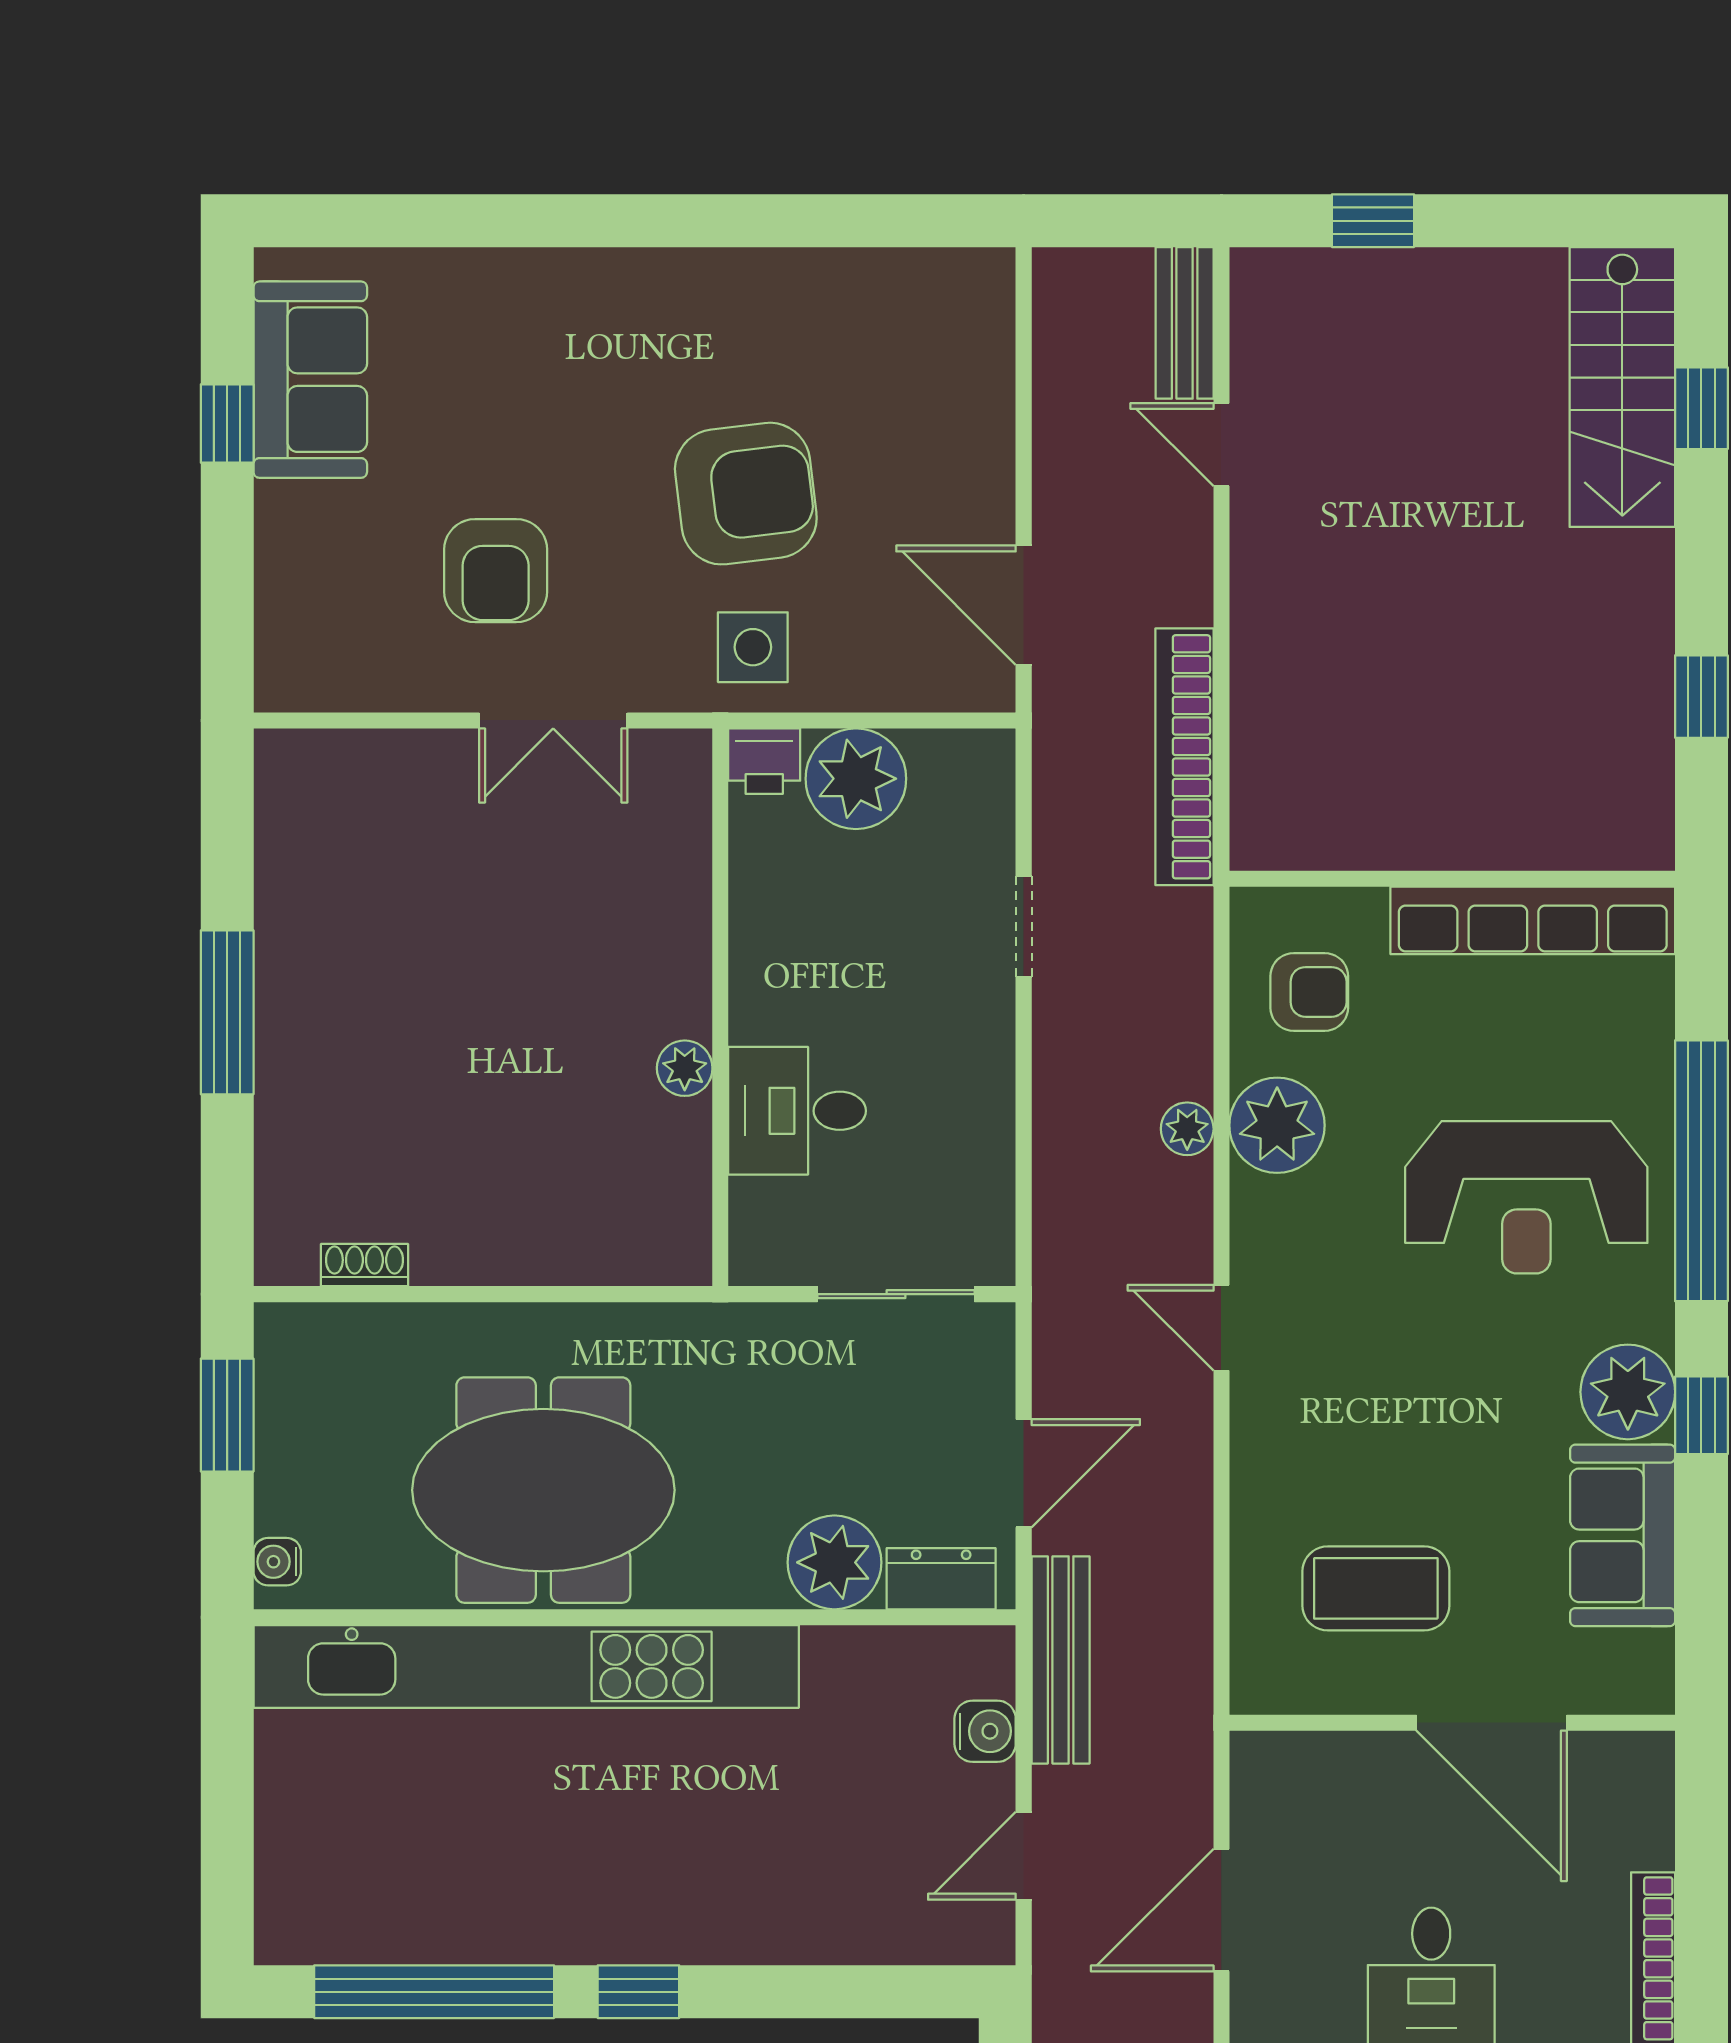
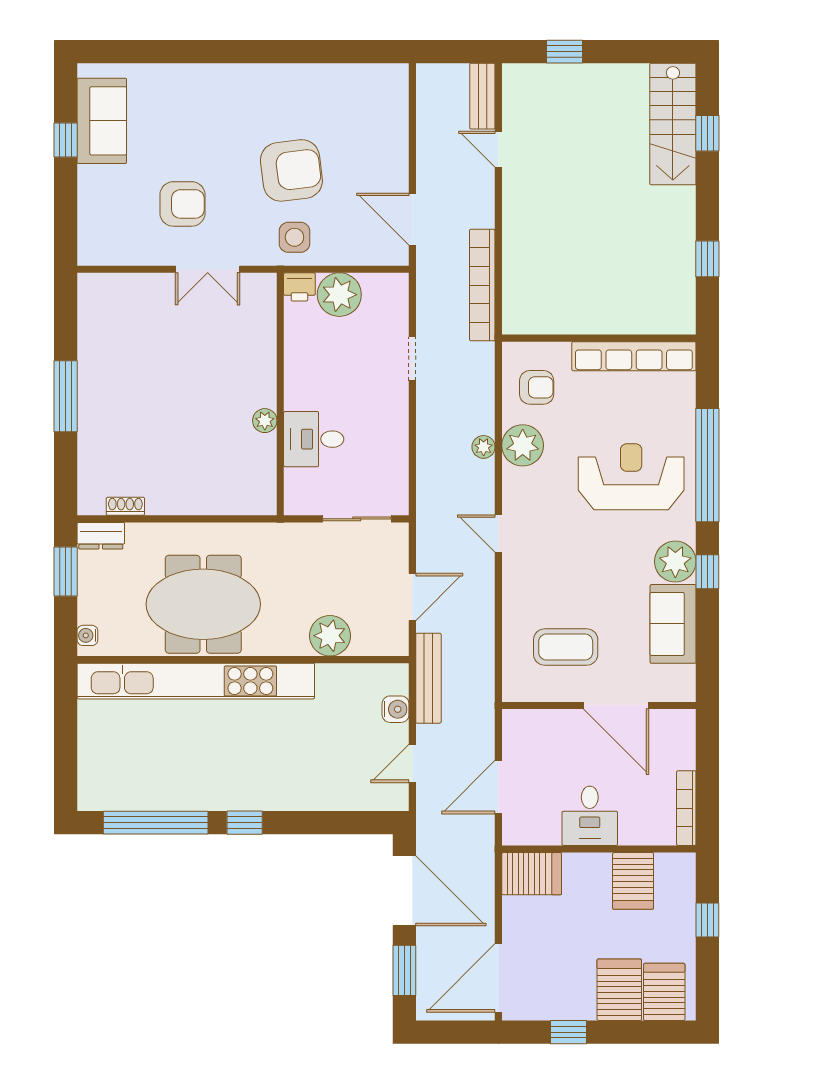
armchair: (496, 571) -> (182, 204), turned -90
reception desk: (1526, 1197) -> (631, 477), turned 180
dresser: (941, 1579) -> (101, 536), moved, turned 180

